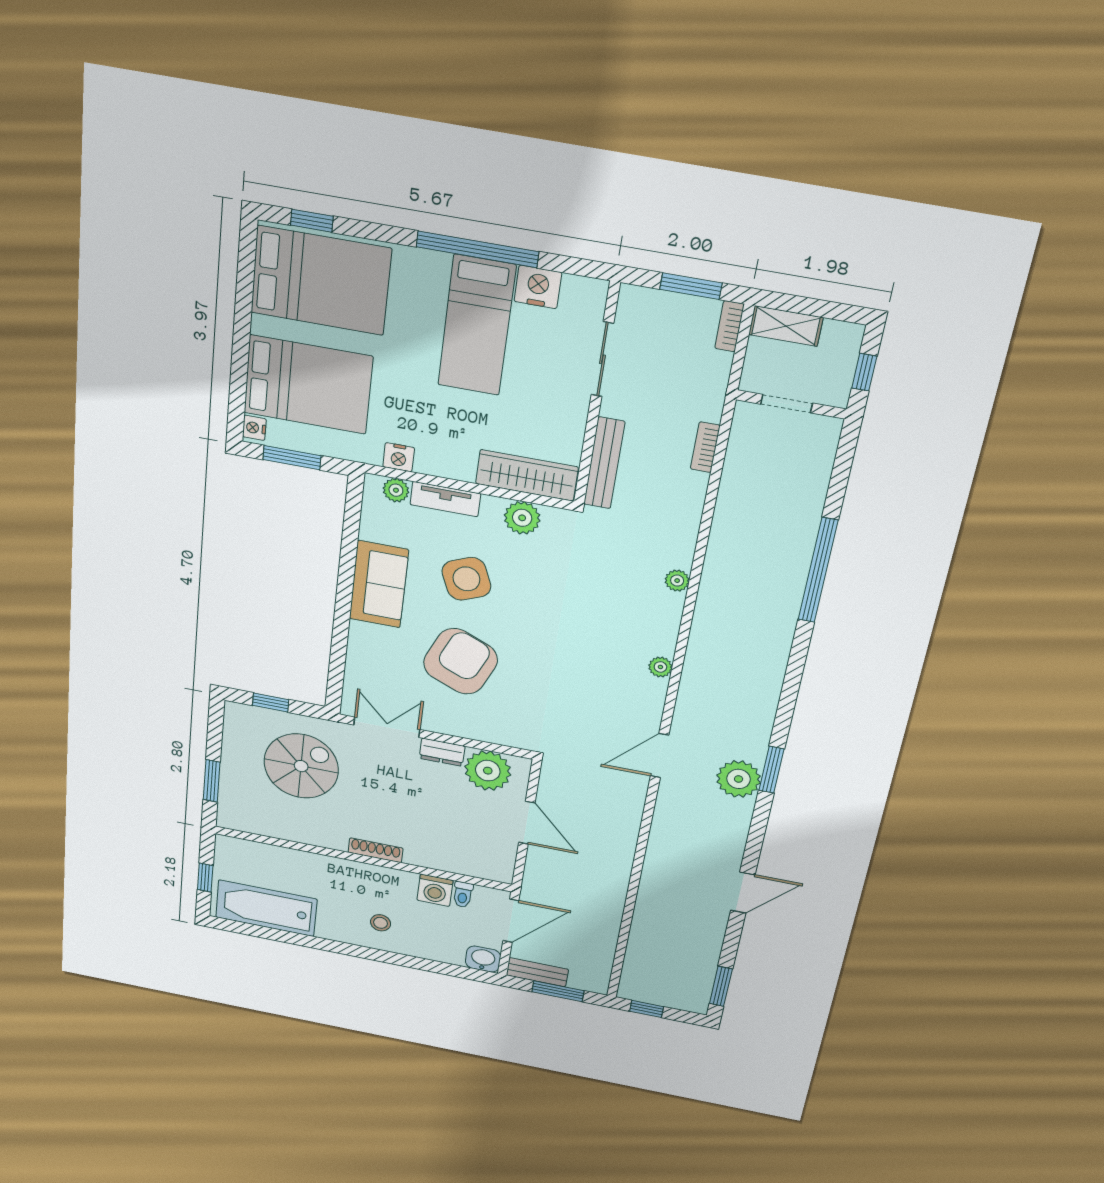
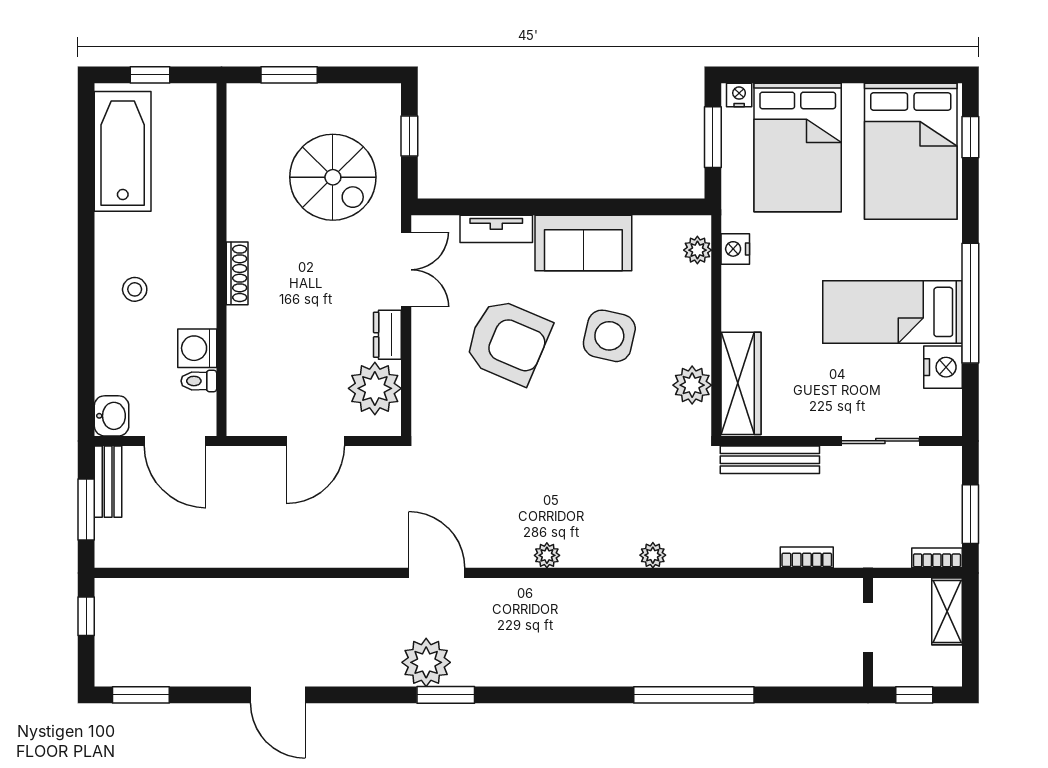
tv unit: (445, 499) -> (496, 229), moved, turned -90
side table: (466, 579) -> (609, 336), turned 36

